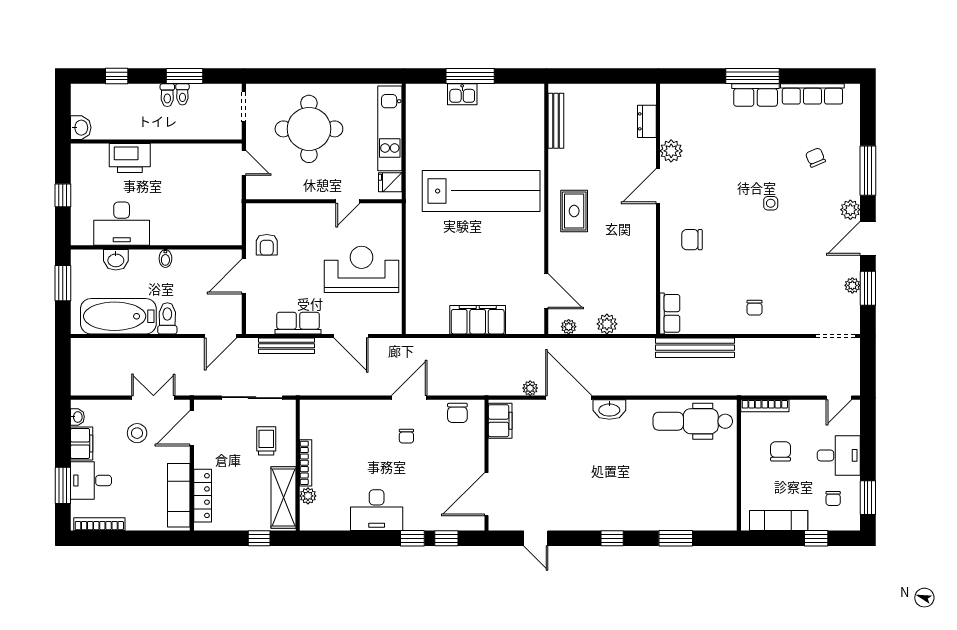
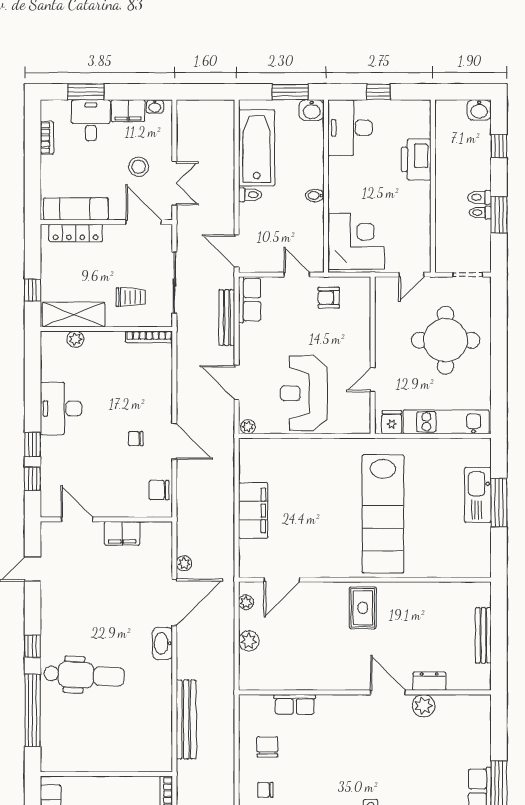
kitchen sink: (462, 94) -> (478, 495), width x1.88, depth x1.24
bench: (556, 121) -> (483, 635), moved, turned 90
dresser: (647, 121) -> (429, 681), moved
washbasin: (81, 128) -> (479, 110), moved
door: (348, 201) -> (373, 380), hinge flipped
rug: (574, 211) -> (363, 608), turned 90
corner desk: (211, 218) -> (356, 241), added
desk: (122, 224) -> (350, 128), moved
chair: (692, 240) -> (267, 747), moved
washbasin: (116, 260) -> (312, 110), moved, turned -90
reception desk: (361, 269) -> (304, 393), turned 180
door: (244, 276) -> (297, 275), width x0.73
row of seats: (670, 313) -> (295, 704), moved
toilet: (167, 318) -> (250, 195), width x0.73, depth x0.72
row of seats: (298, 323) -> (250, 300), moved
plant: (395, 325) -> (248, 427), added
door: (351, 336) -> (237, 383), hinge flipped
bench: (695, 348) -> (186, 719), moved
filing cabinet: (500, 421) -> (122, 533), moved
dental chair: (693, 421) -> (84, 675), moved, turned 93
bookcase: (306, 463) -> (149, 337), moved
door: (487, 494) -> (77, 519), width x0.73
bookcase: (99, 524) -> (47, 138), width x0.64
window: (676, 538) -> (33, 710), width x2.11

